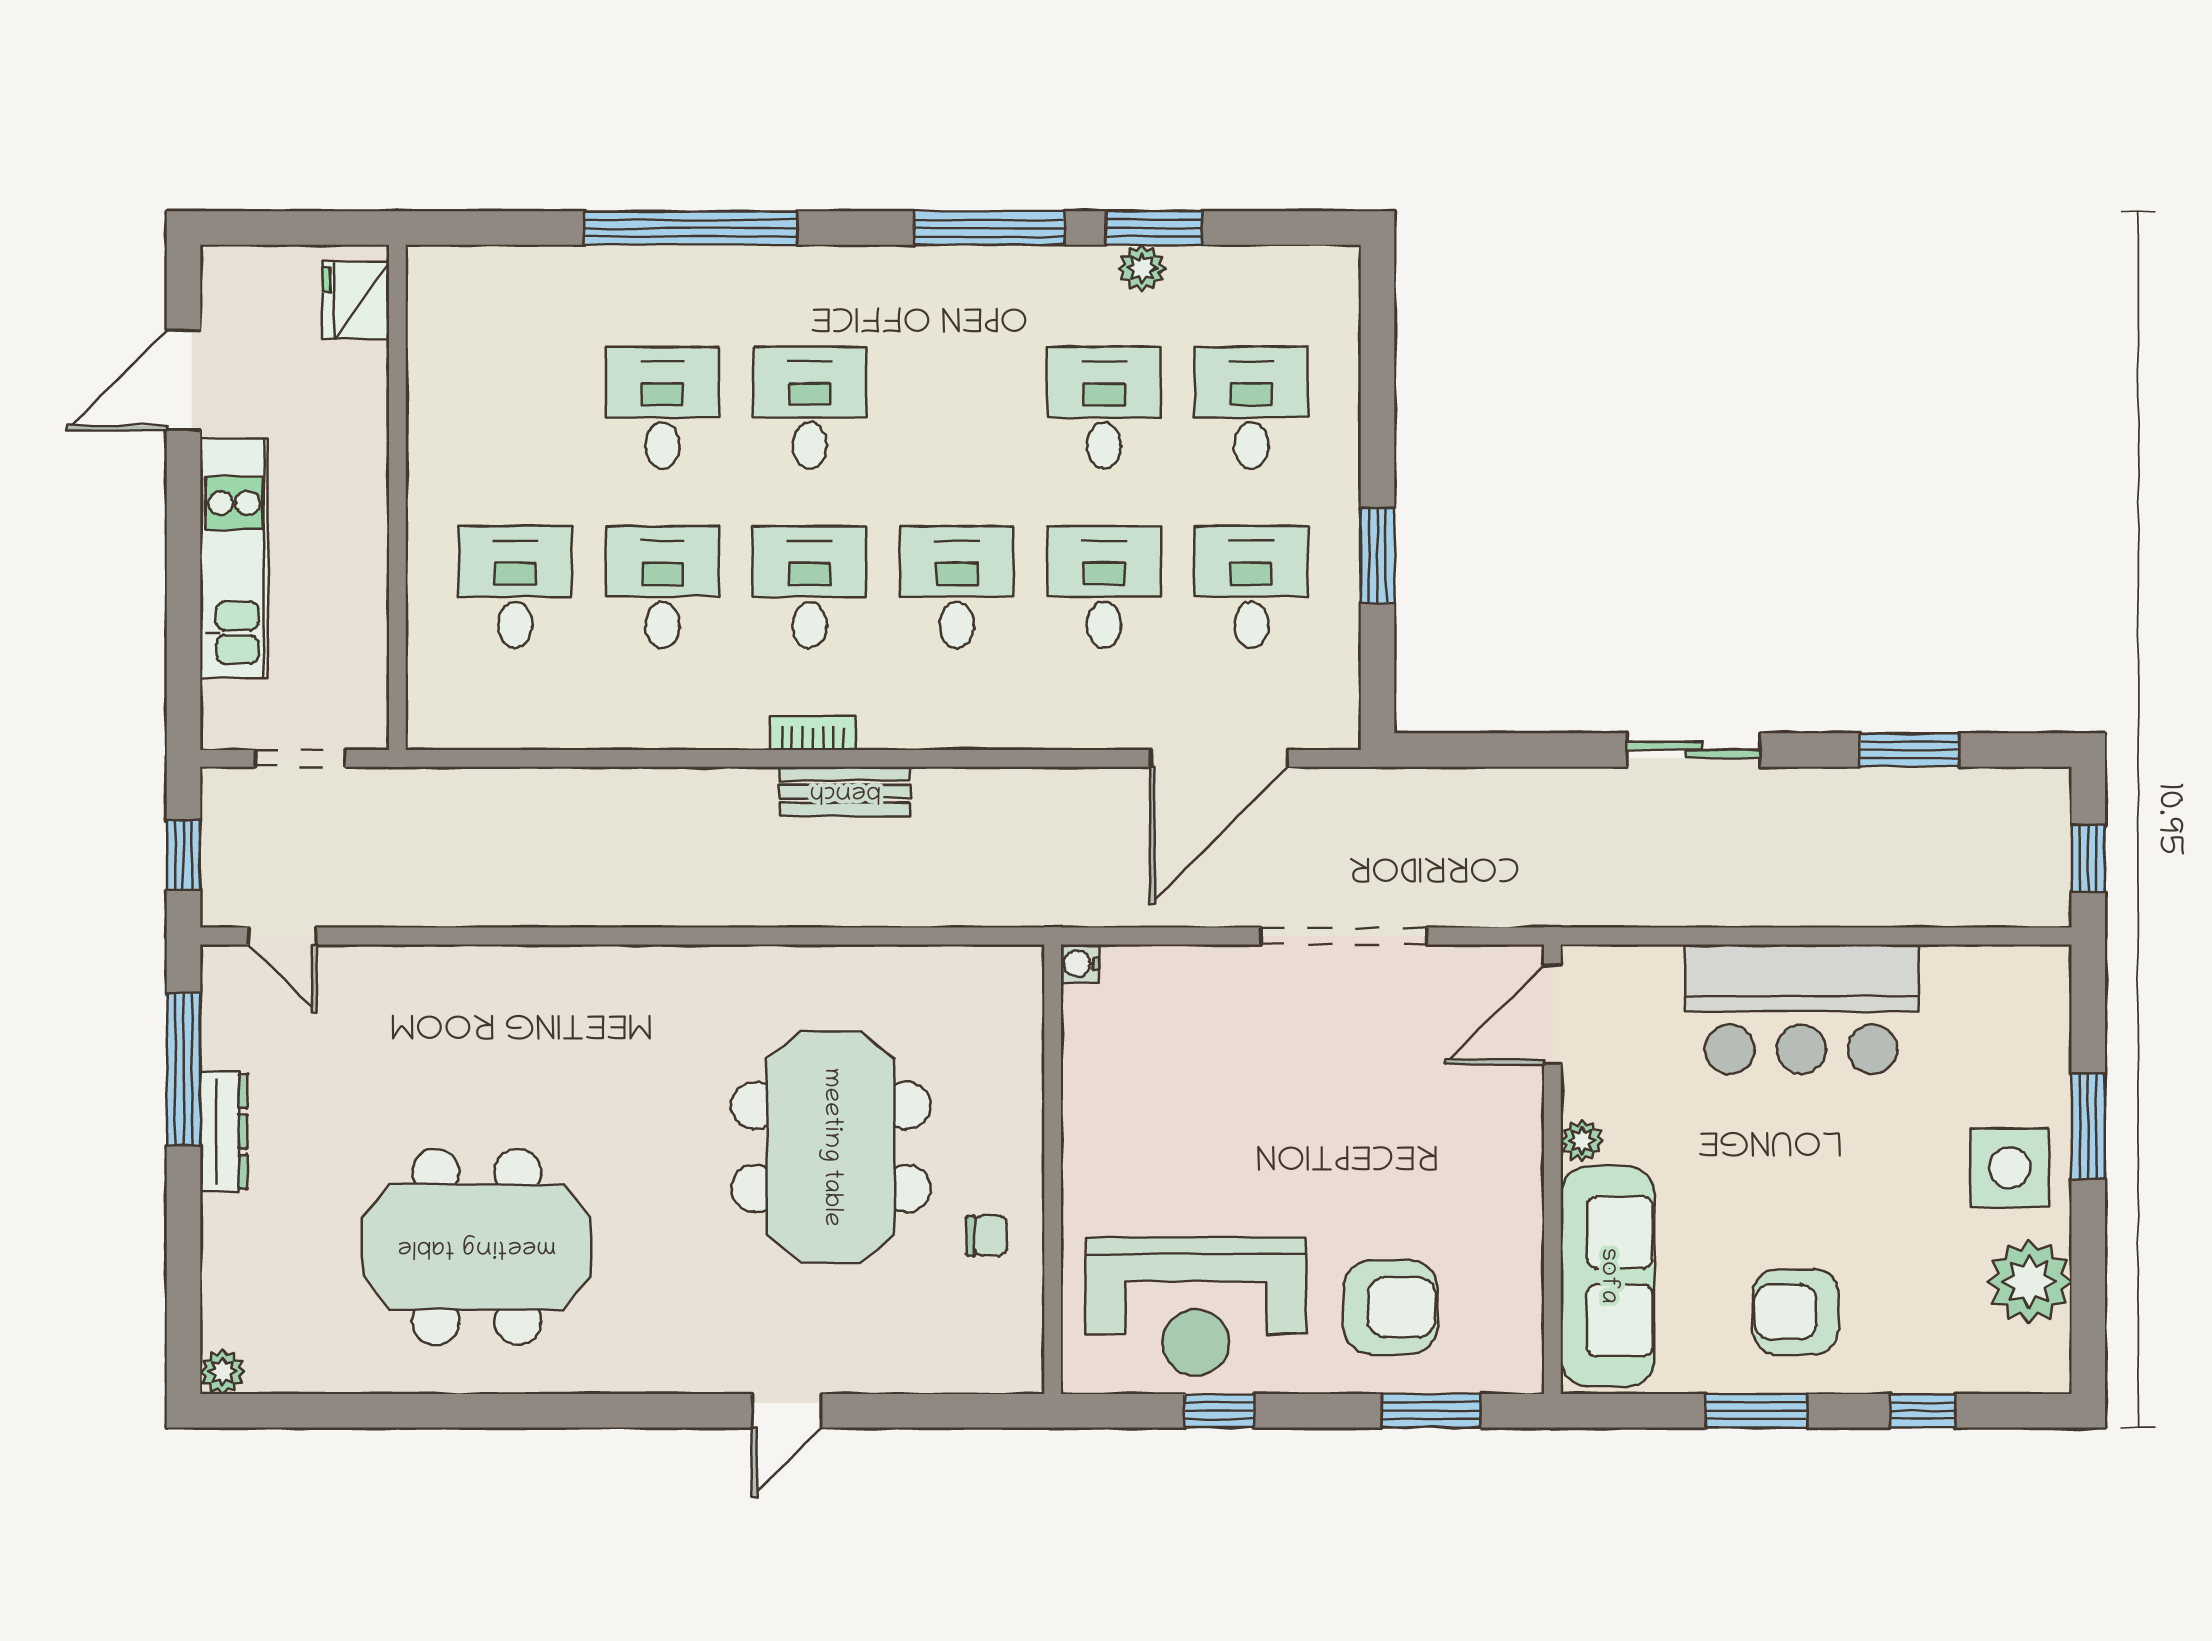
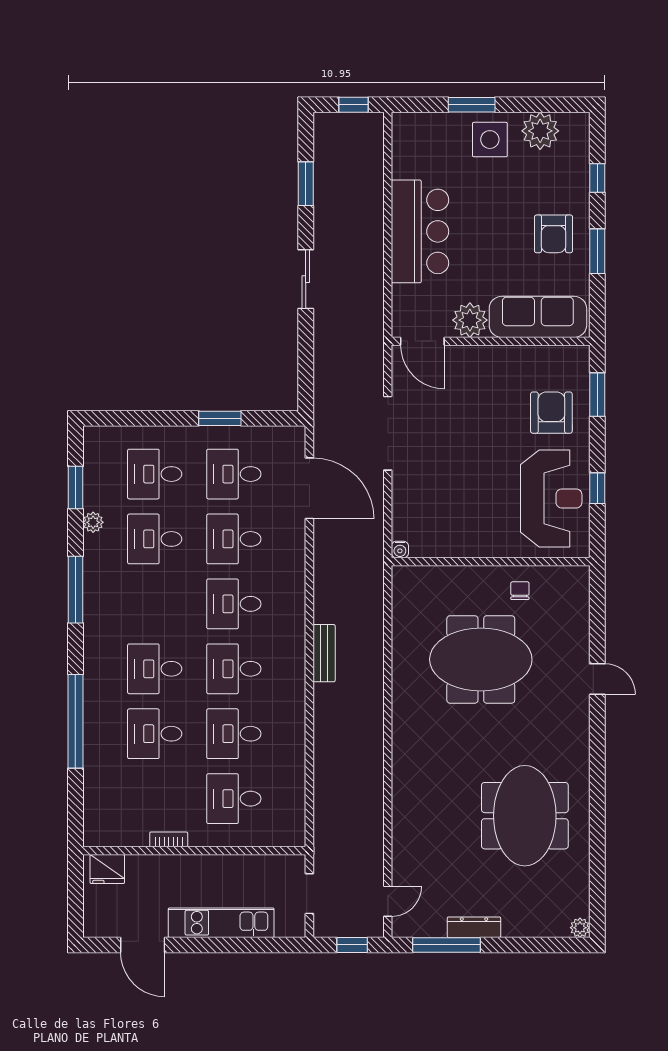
window: (1154, 228) -> (75, 487), moved
bookcase: (813, 733) -> (169, 839), moved, turned 90
plant: (1582, 1141) -> (470, 320), width x1.88, depth x1.88

